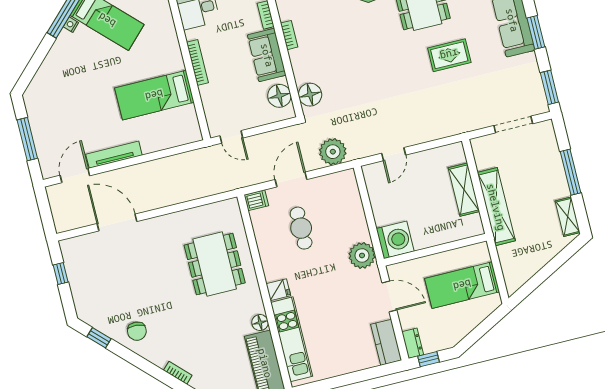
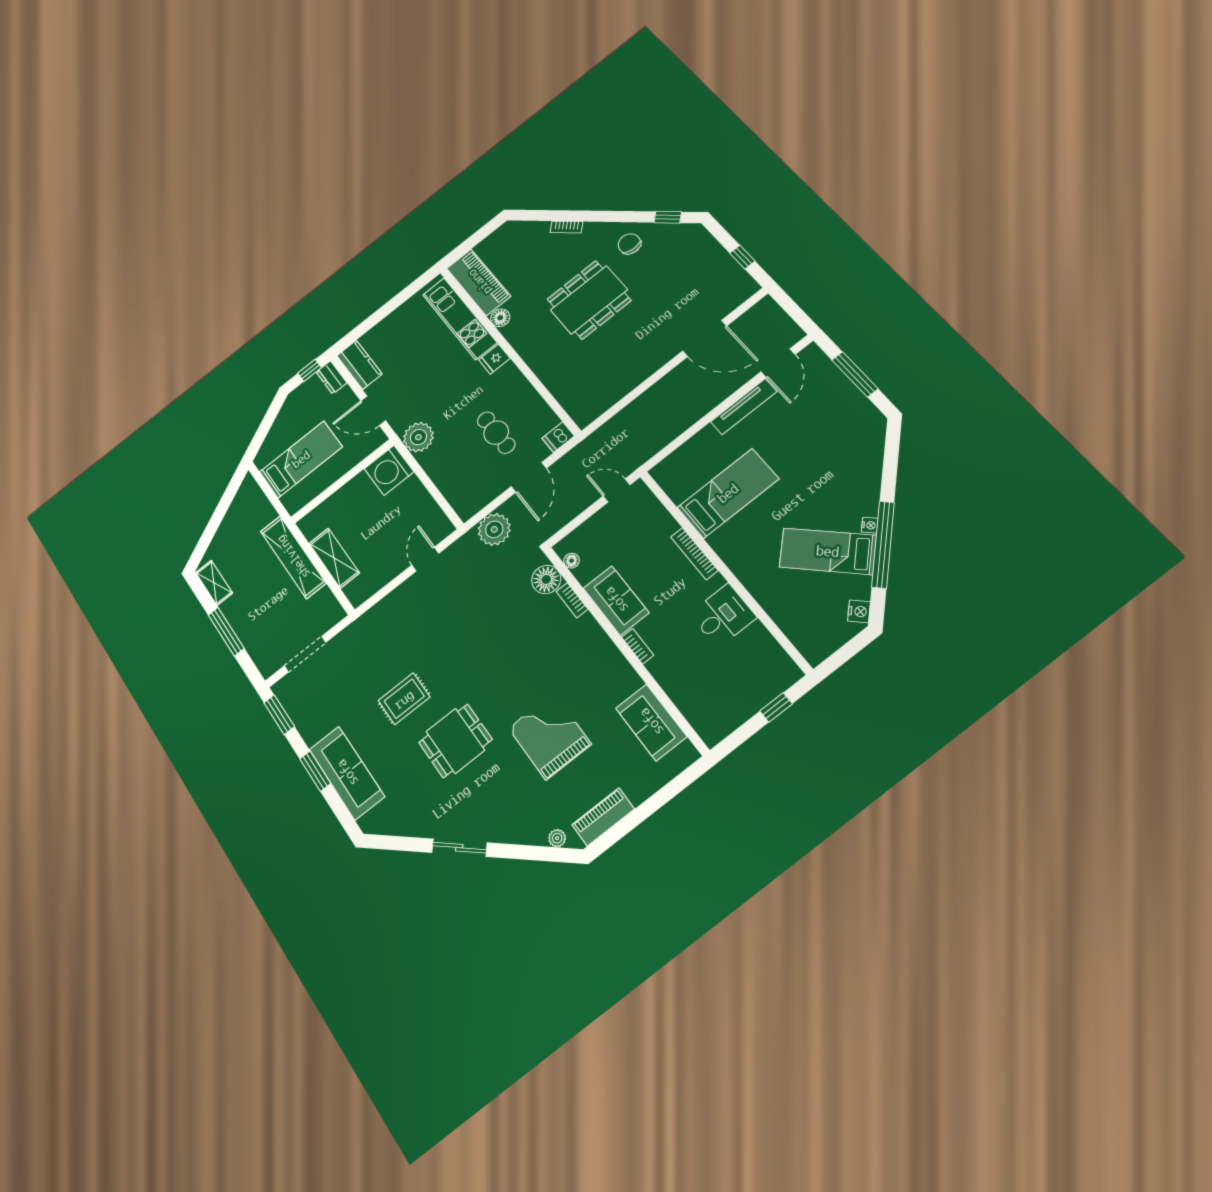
bookcase: (289, 35) -> (572, 600), moved
floor lamp: (279, 96) -> (572, 561), width x0.53, depth x0.53
dining table: (215, 264) -> (589, 300), moved, turned 90

